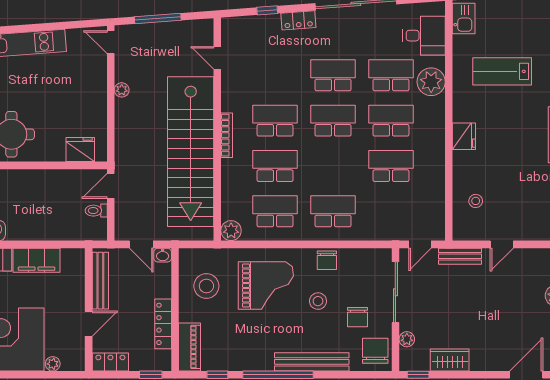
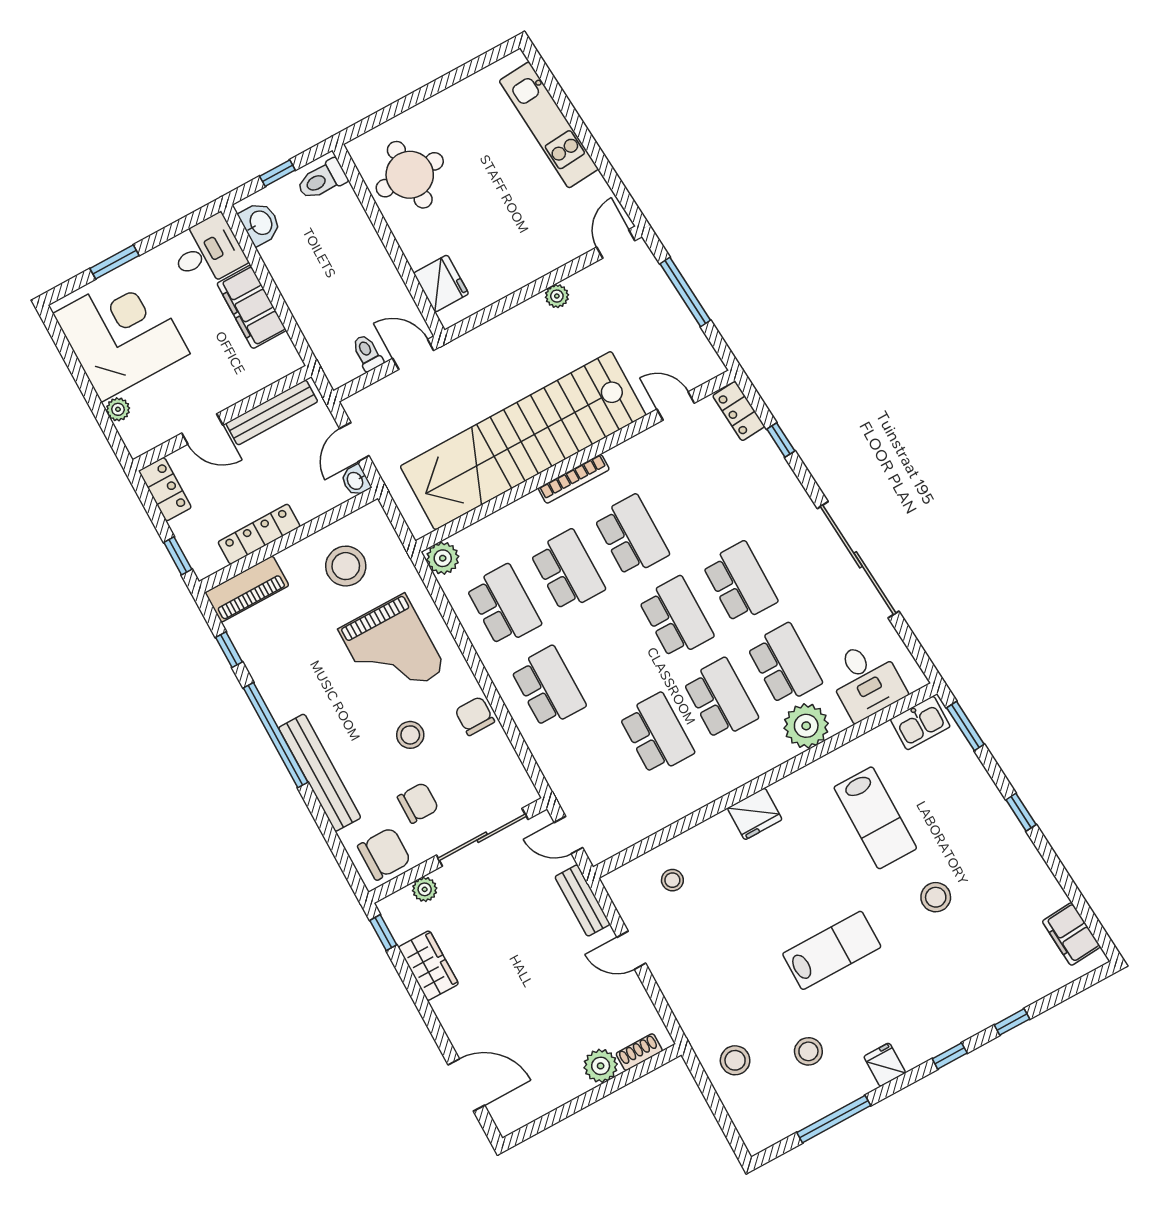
locker: (298, 20) -> (739, 411), moved
door: (217, 58) -> (676, 406), hinge flipped
lab bench: (502, 71) -> (875, 818), turned 180
chair: (327, 260) -> (475, 716), turned 90
chair: (357, 317) -> (418, 803), turned 180

